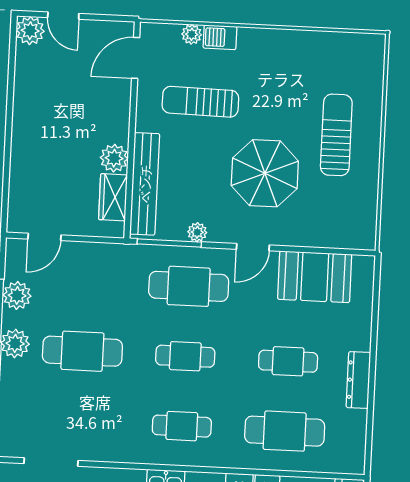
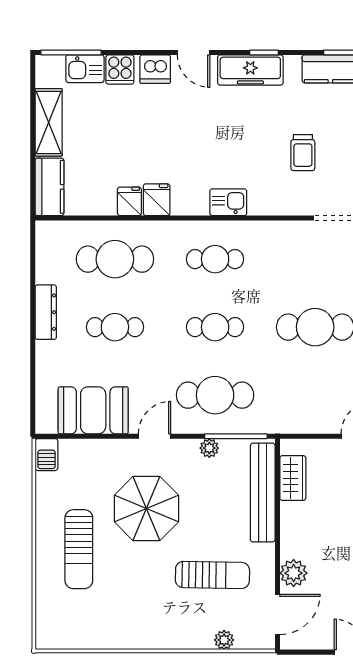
barbecue: (220, 37) -> (46, 455), moved, turned 90
plant: (114, 158) -> (294, 573), moved

